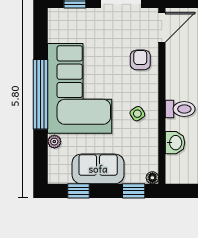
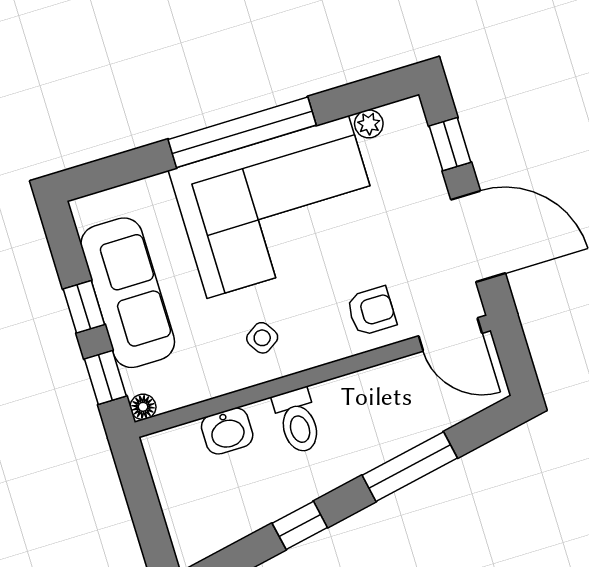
plant: (54, 142) -> (369, 124), moved
sofa: (98, 169) -> (128, 293), width x1.36
window: (78, 191) -> (84, 307), moved

